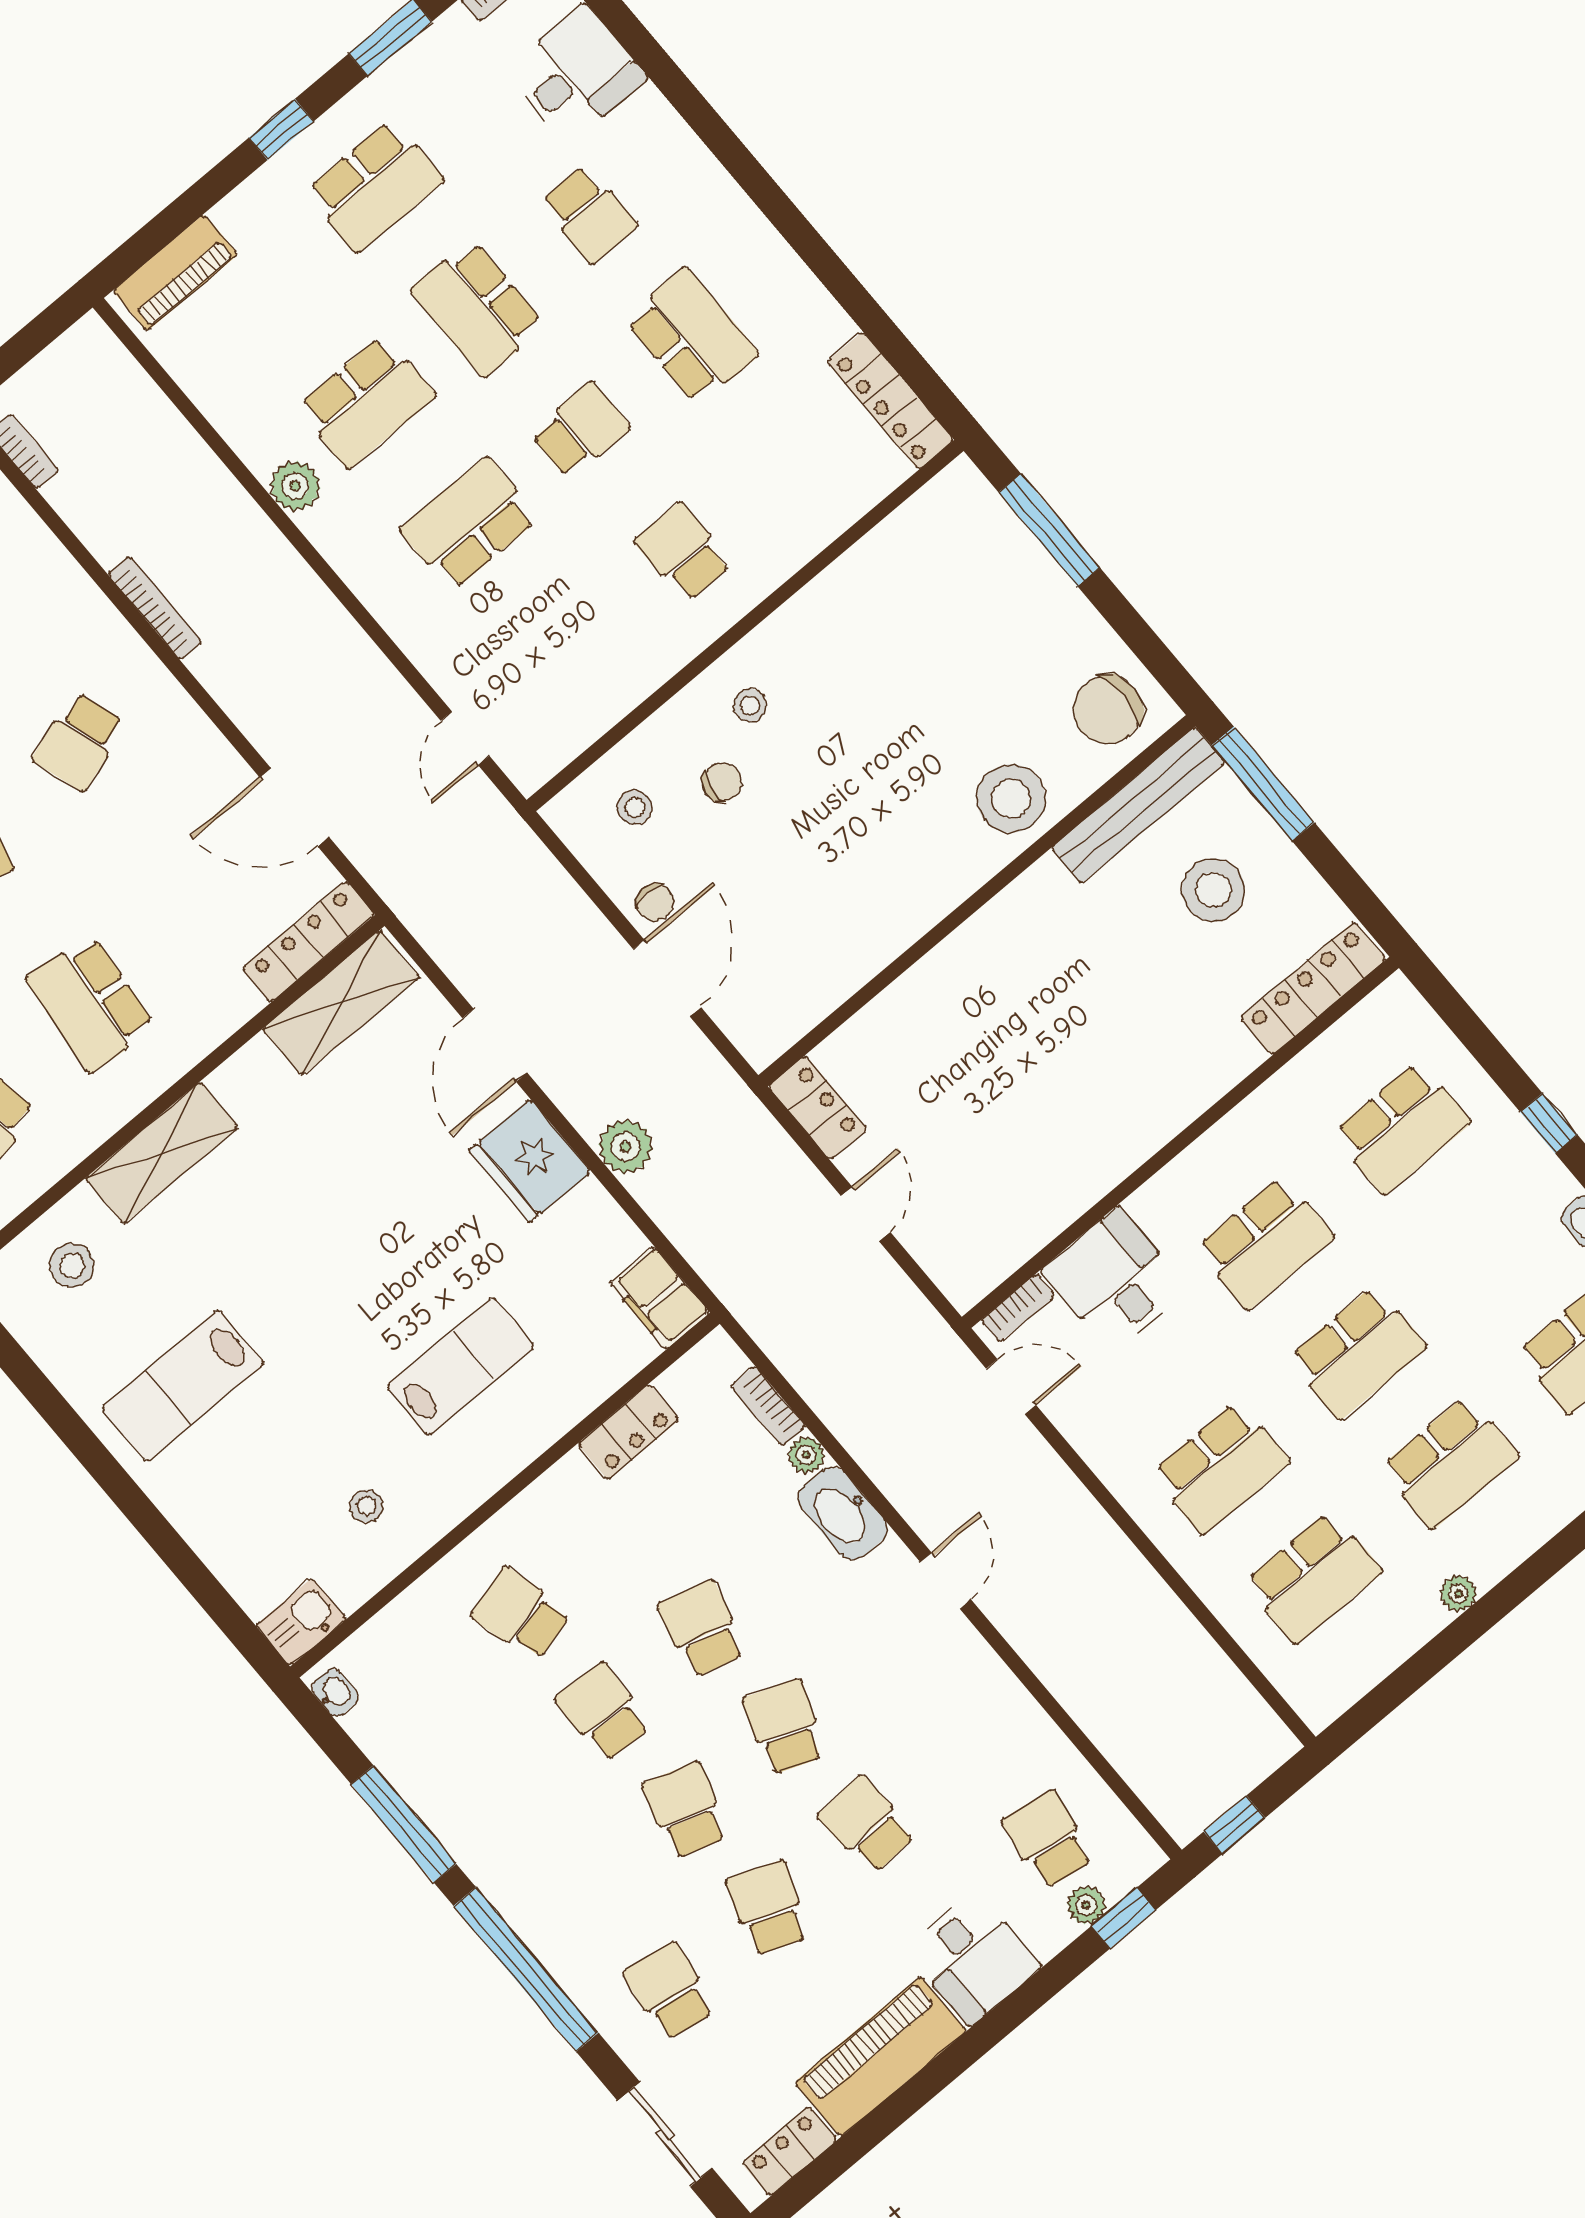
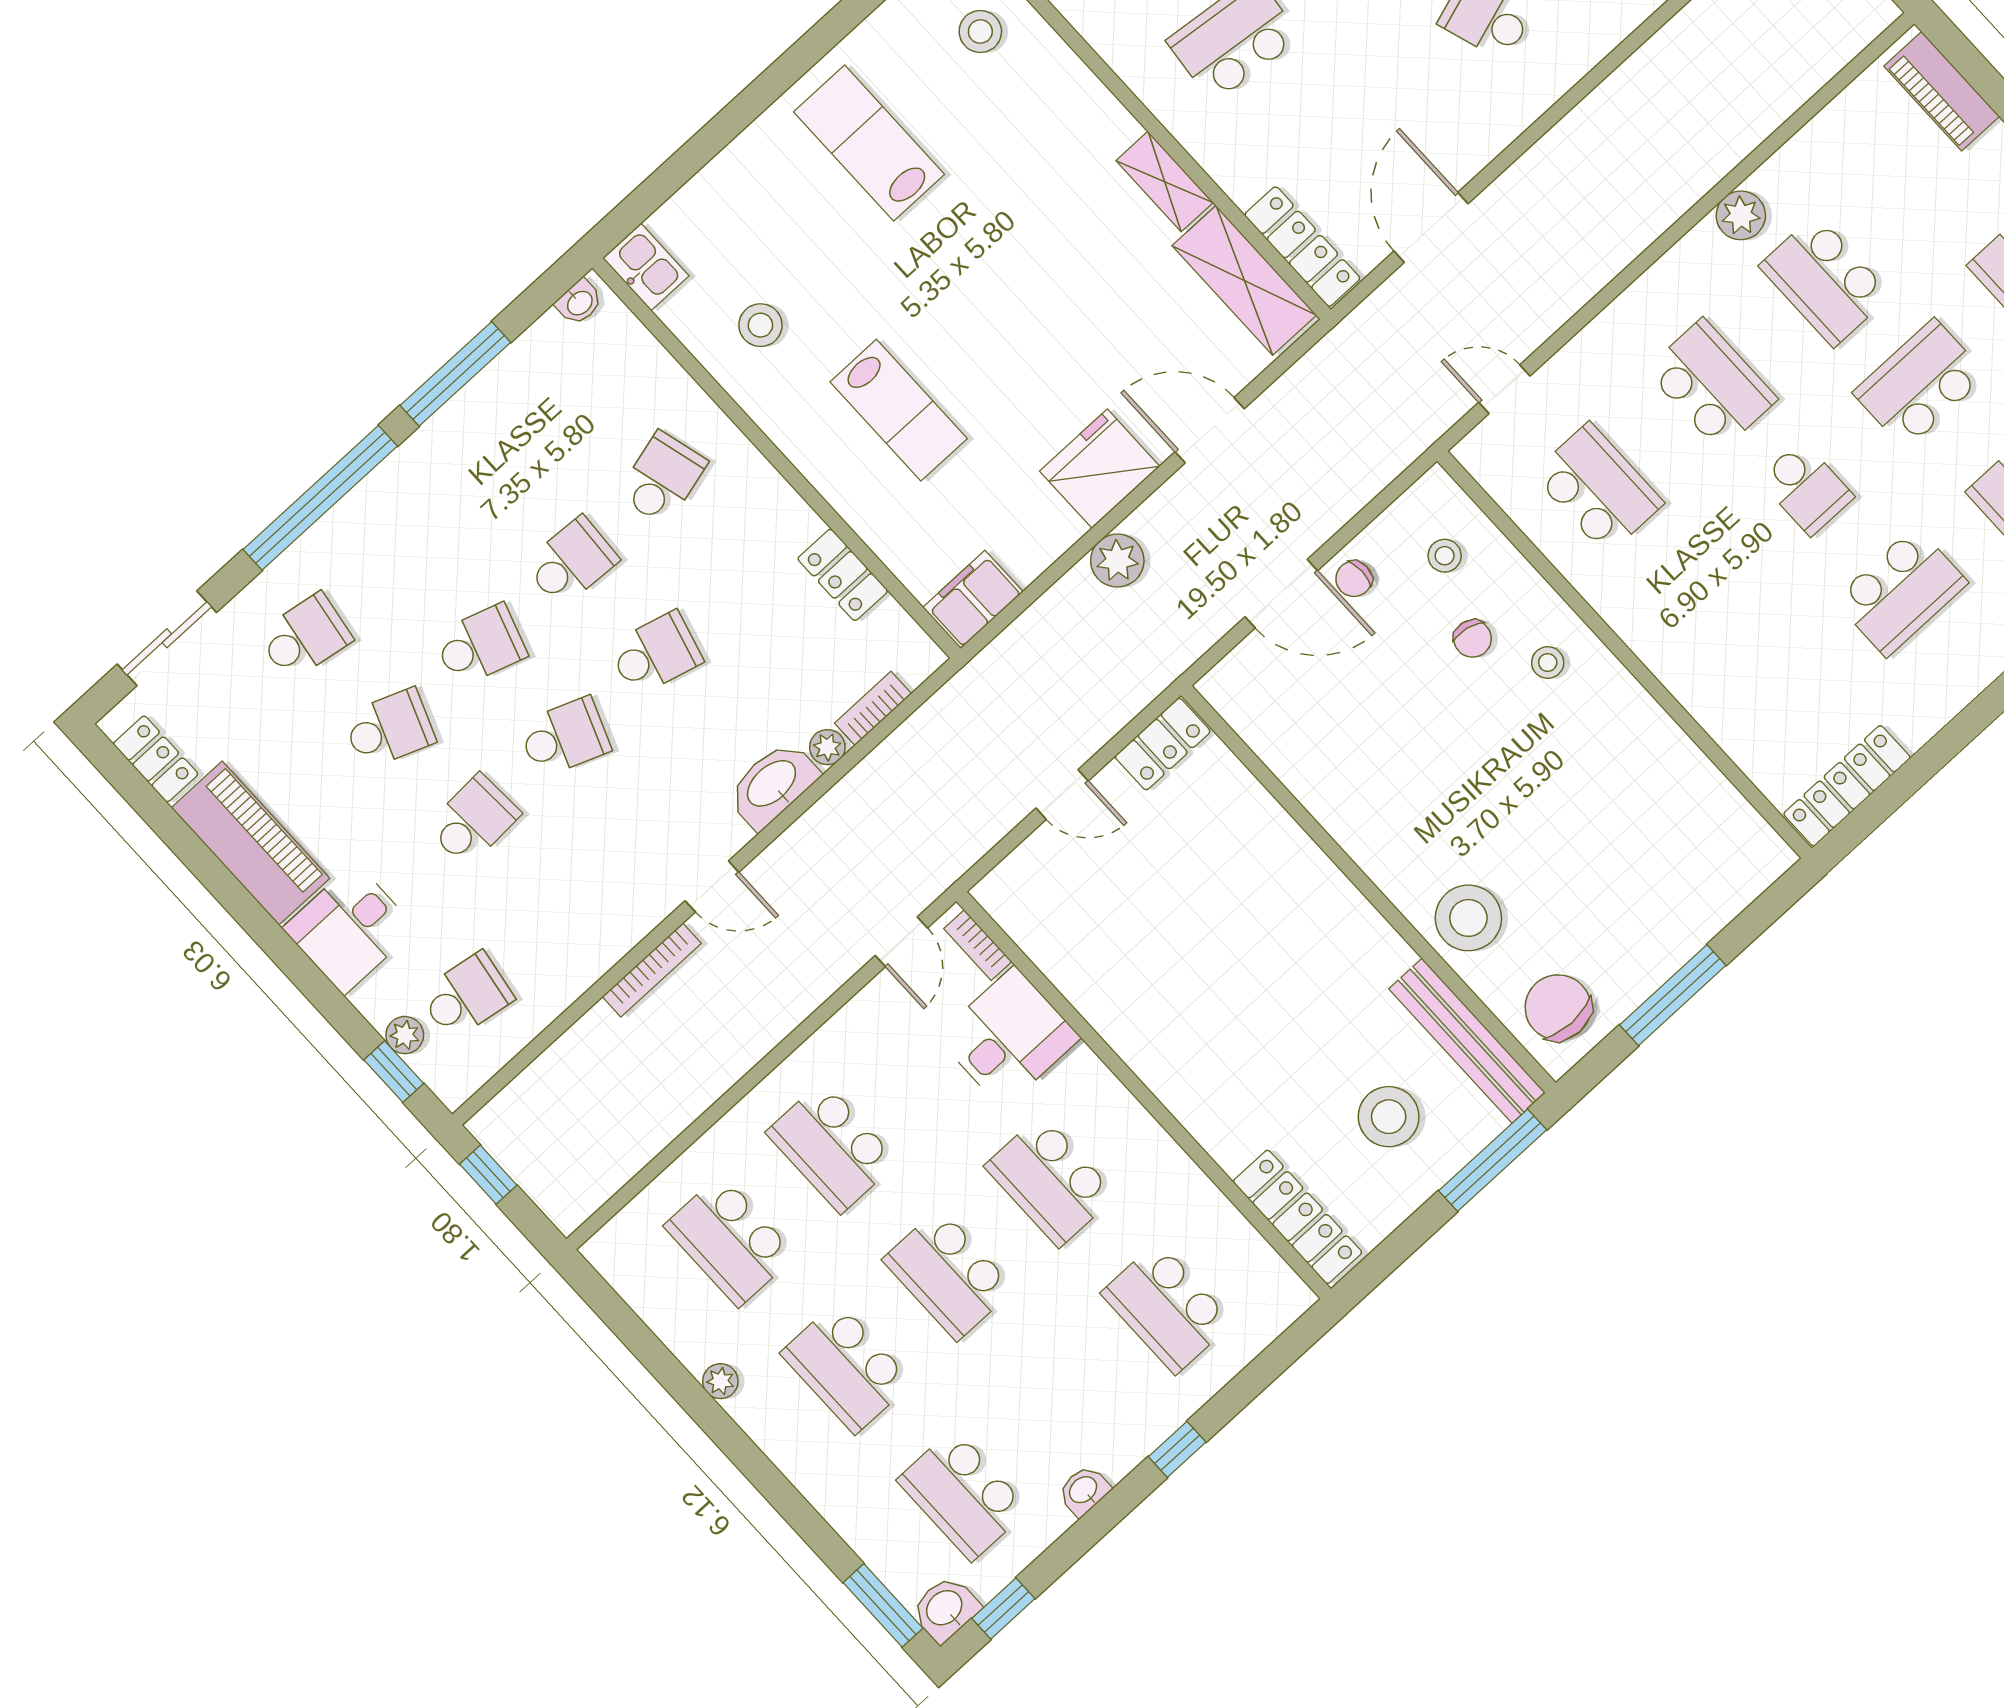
window: (1049, 530) -> (1673, 995), moved
school desk: (683, 552) -> (1598, 489), moved, width x1.85
bookcase: (155, 608) -> (652, 970), moved
shelving: (162, 1153) -> (1165, 182), moved, width x0.67, depth x0.75
stool: (366, 1506) -> (760, 325), width x1.37, depth x1.37

